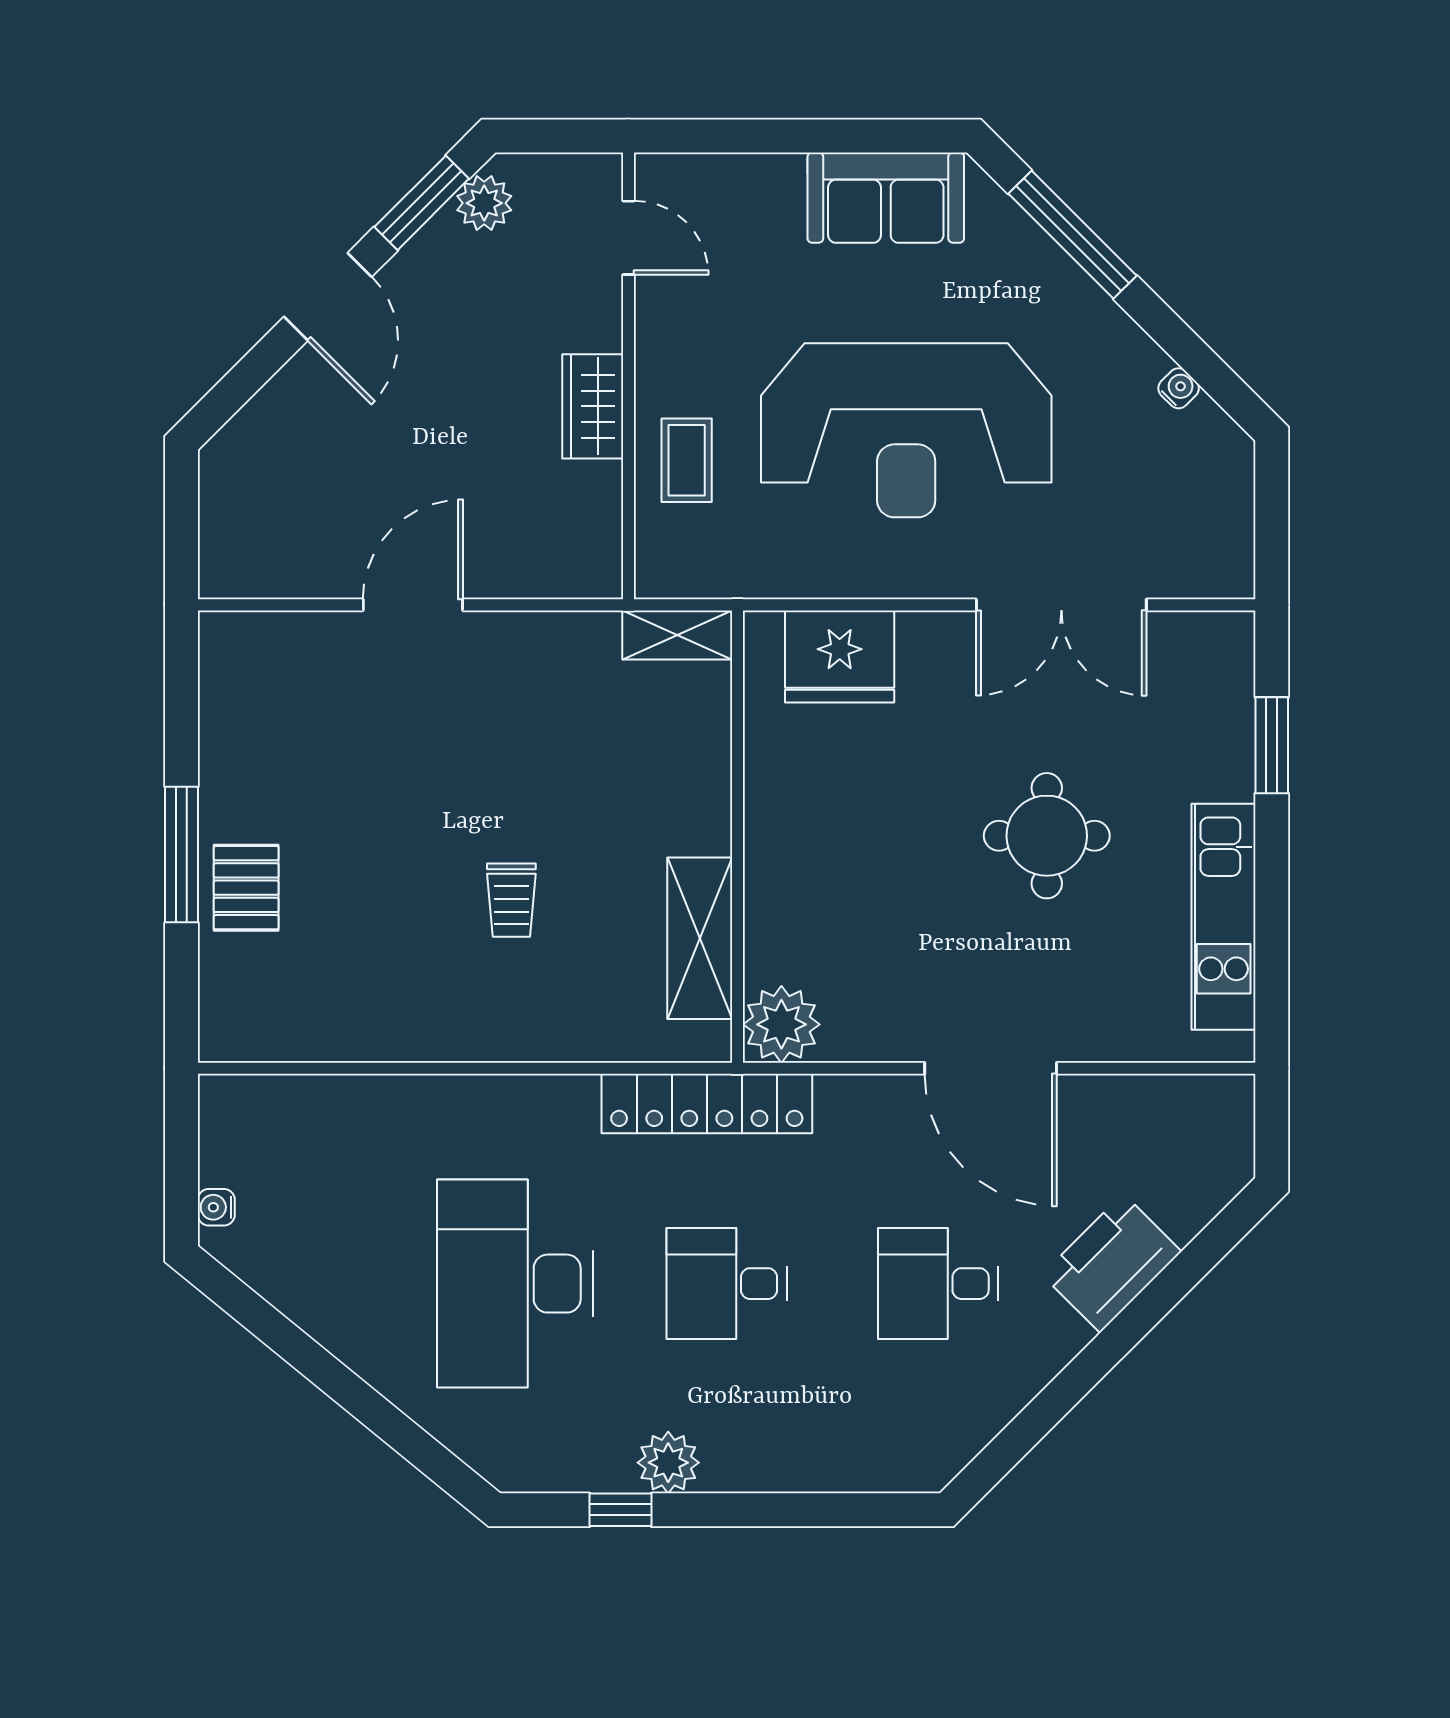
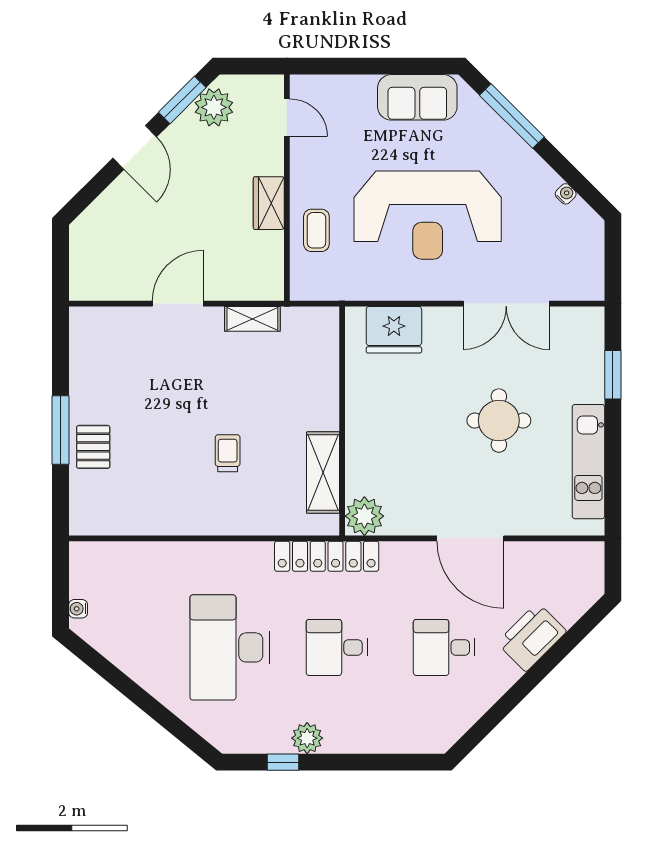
plant: (484, 203) -> (214, 107), width x1.36, depth x1.36
shelving: (677, 635) -> (252, 319), moved
trolley: (511, 900) -> (228, 453), turned 180

